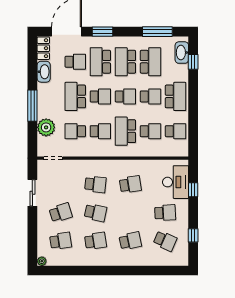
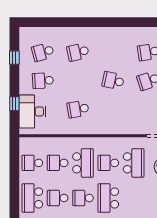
school desk: (75, 96) -> (134, 198), removed
school desk: (100, 96) -> (108, 198), width x1.85
school desk: (75, 131) -> (134, 163), width x1.85
school desk: (95, 184) -> (113, 109), removed
school desk: (95, 241) -> (113, 52), removed
school desk: (165, 241) -> (43, 52), turned -39

